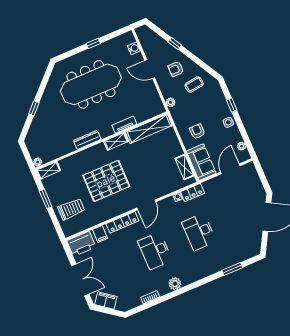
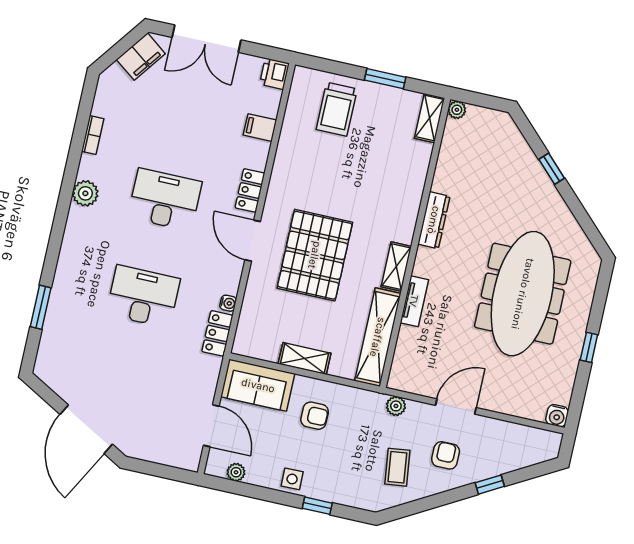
water cooler: (134, 48) -> (557, 416), moved
door: (150, 69) -> (456, 407), moved
shelving: (184, 167) -> (305, 359), moved
pallet: (106, 181) -> (315, 255), moved
locker: (122, 222) -> (250, 190), width x0.66
printer: (81, 244) -> (274, 74), width x0.53, depth x0.68

